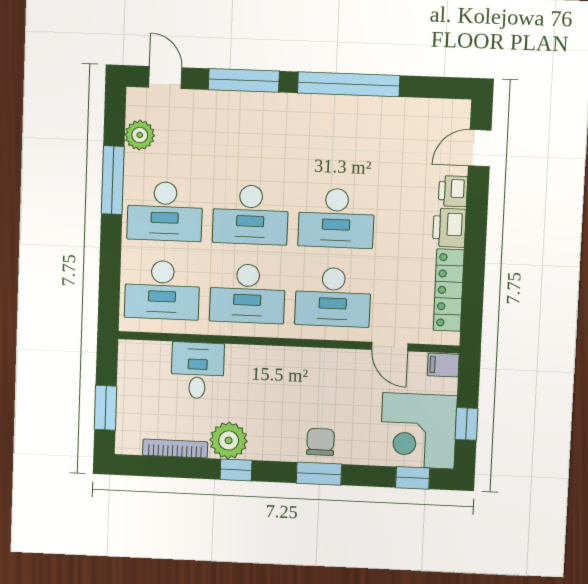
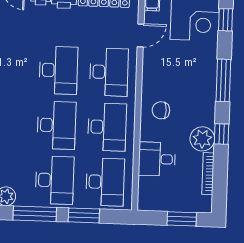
window: (110, 257) -> (84, 215), added
chair: (320, 442) -> (161, 110), moved
window: (319, 474) -> (223, 80), width x1.44

